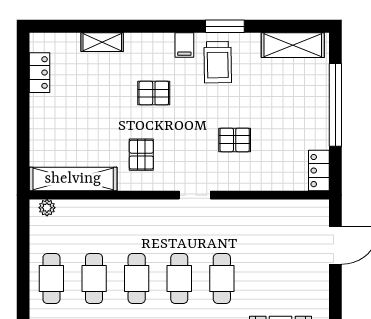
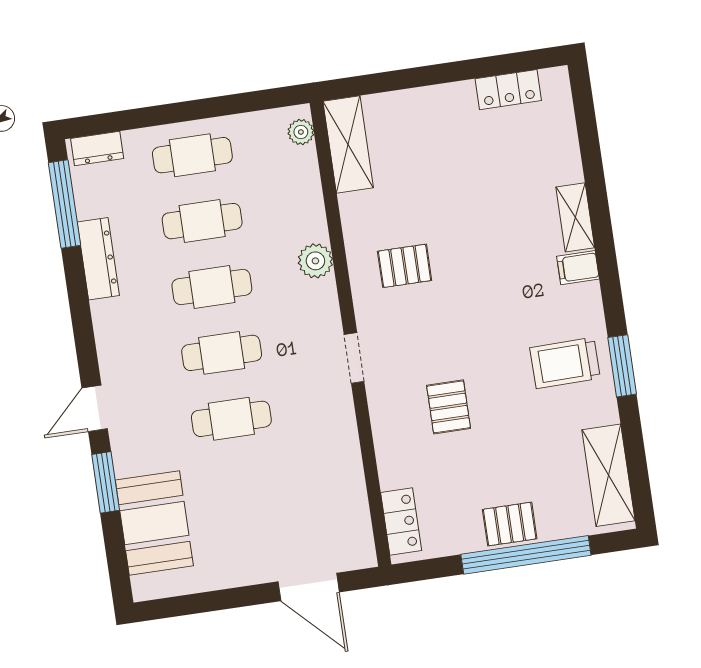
shelving: (102, 42) -> (575, 217), moved
filing cabinet: (184, 45) -> (578, 268), moved
pallet: (154, 93) -> (510, 524), moved, turned 90
locker: (319, 171) -> (401, 521), moved, turned 90
shelving: (73, 179) -> (348, 145), width x0.68
plant: (130, 211) -> (315, 261), added

